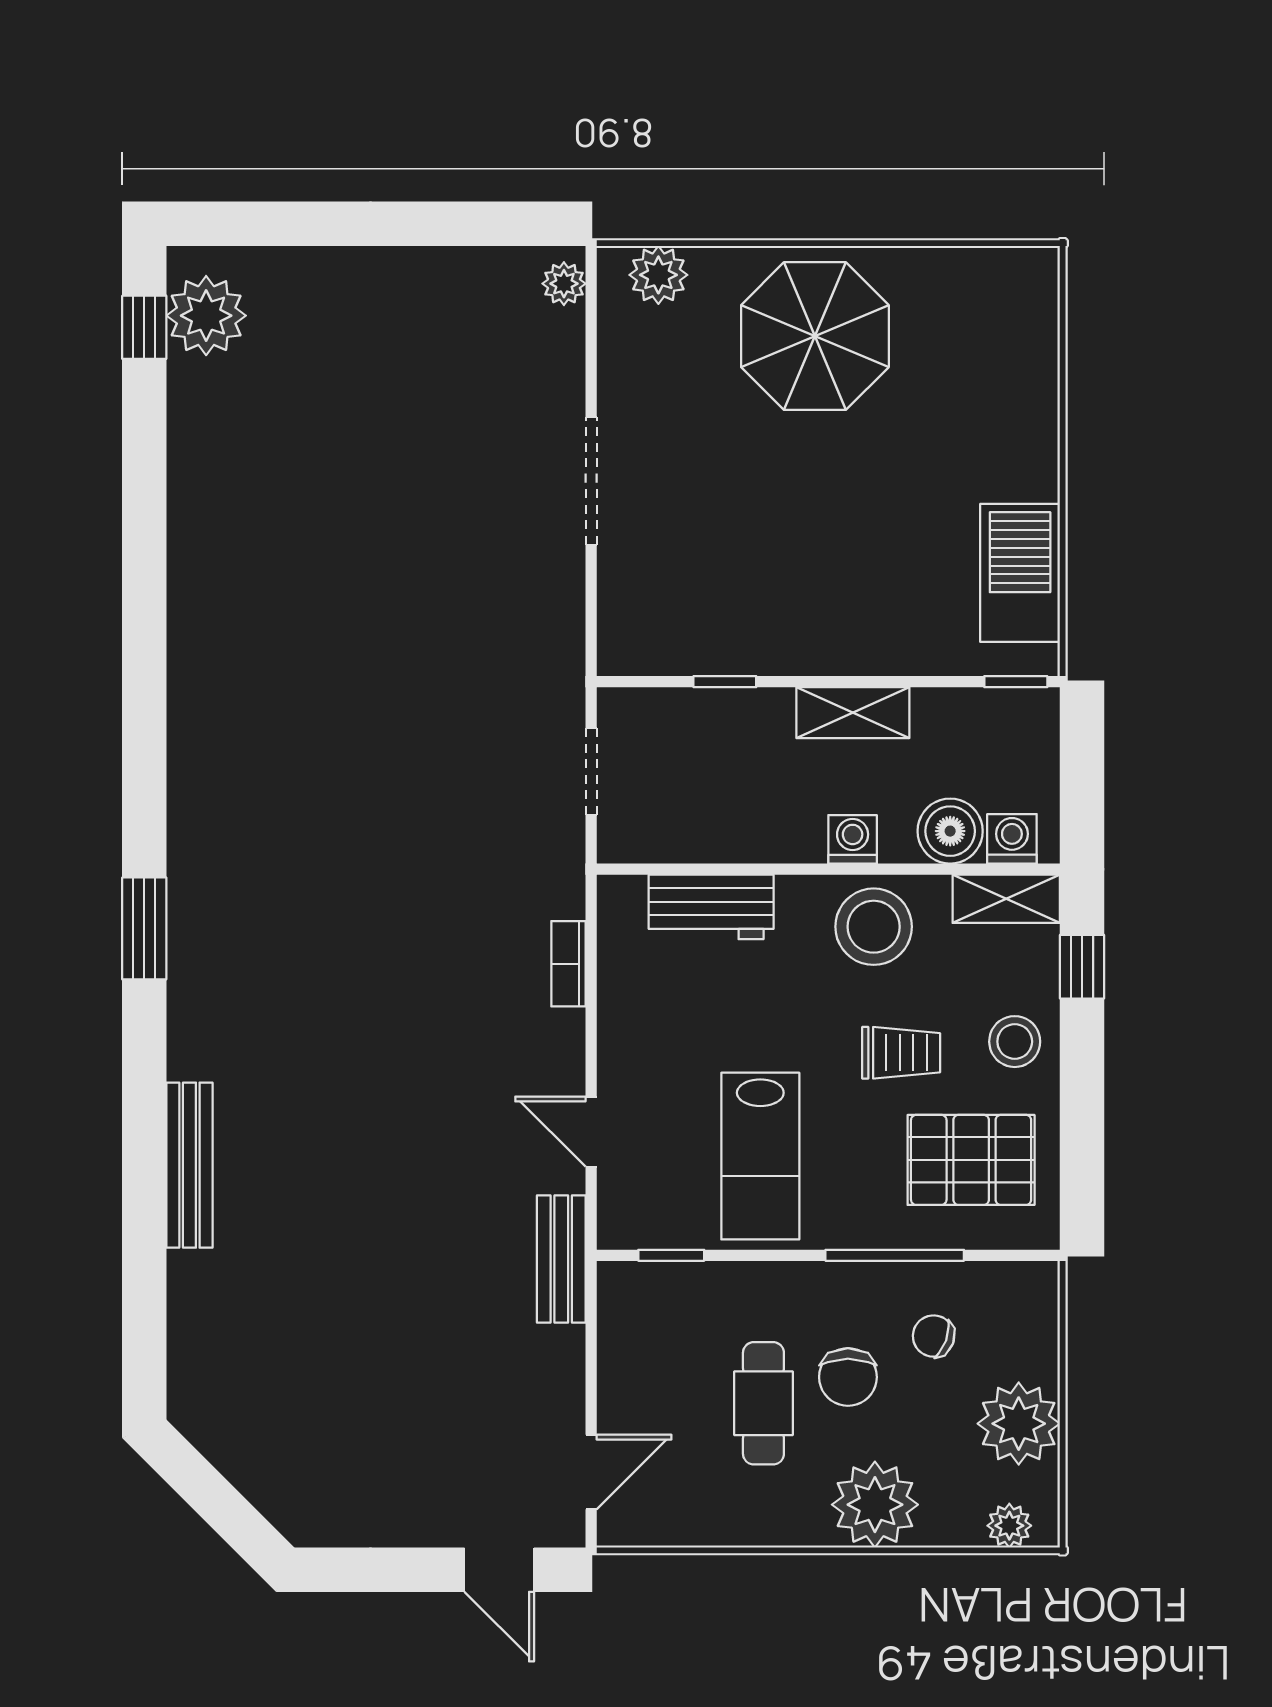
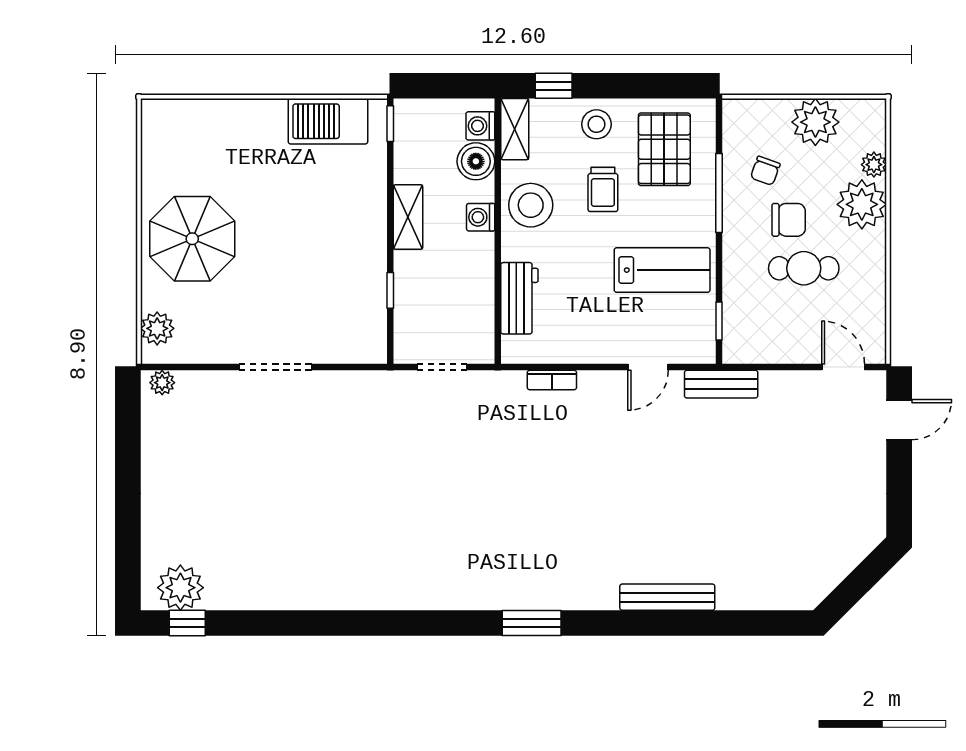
trolley: (901, 1053) -> (603, 189), turned 180
plant: (1009, 1526) -> (874, 165), moved

